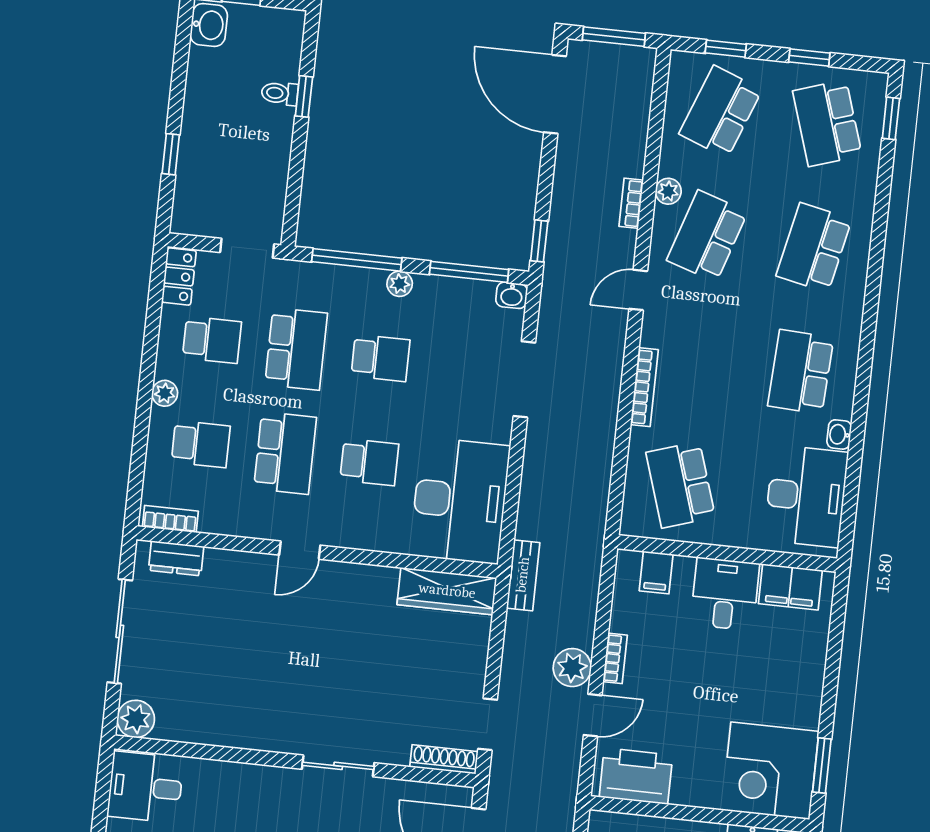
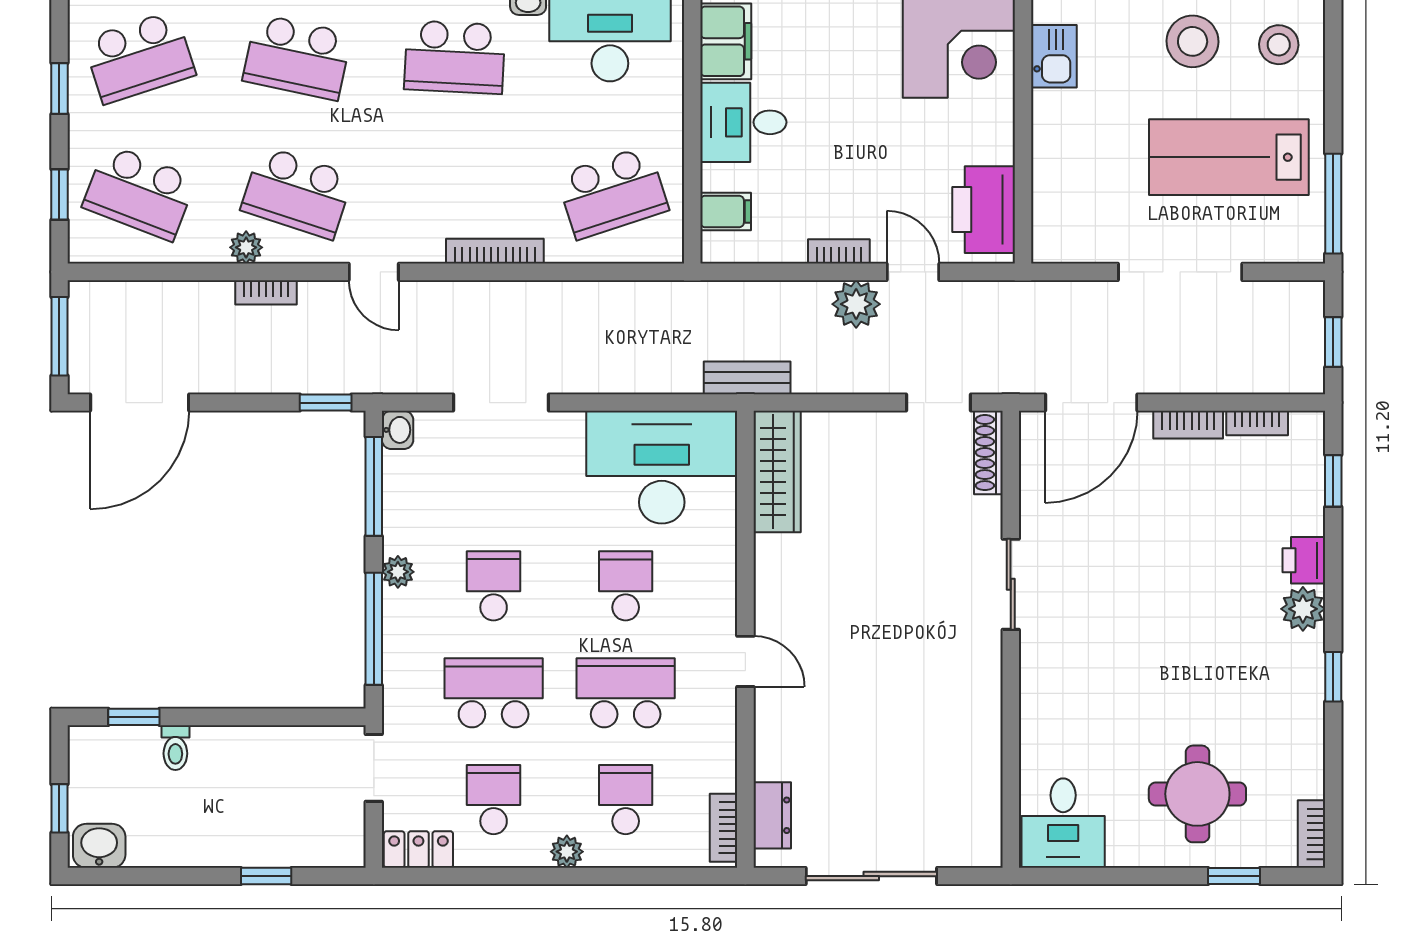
window: (304, 96) -> (134, 717), moved
plant: (136, 719) -> (979, 844), removed

